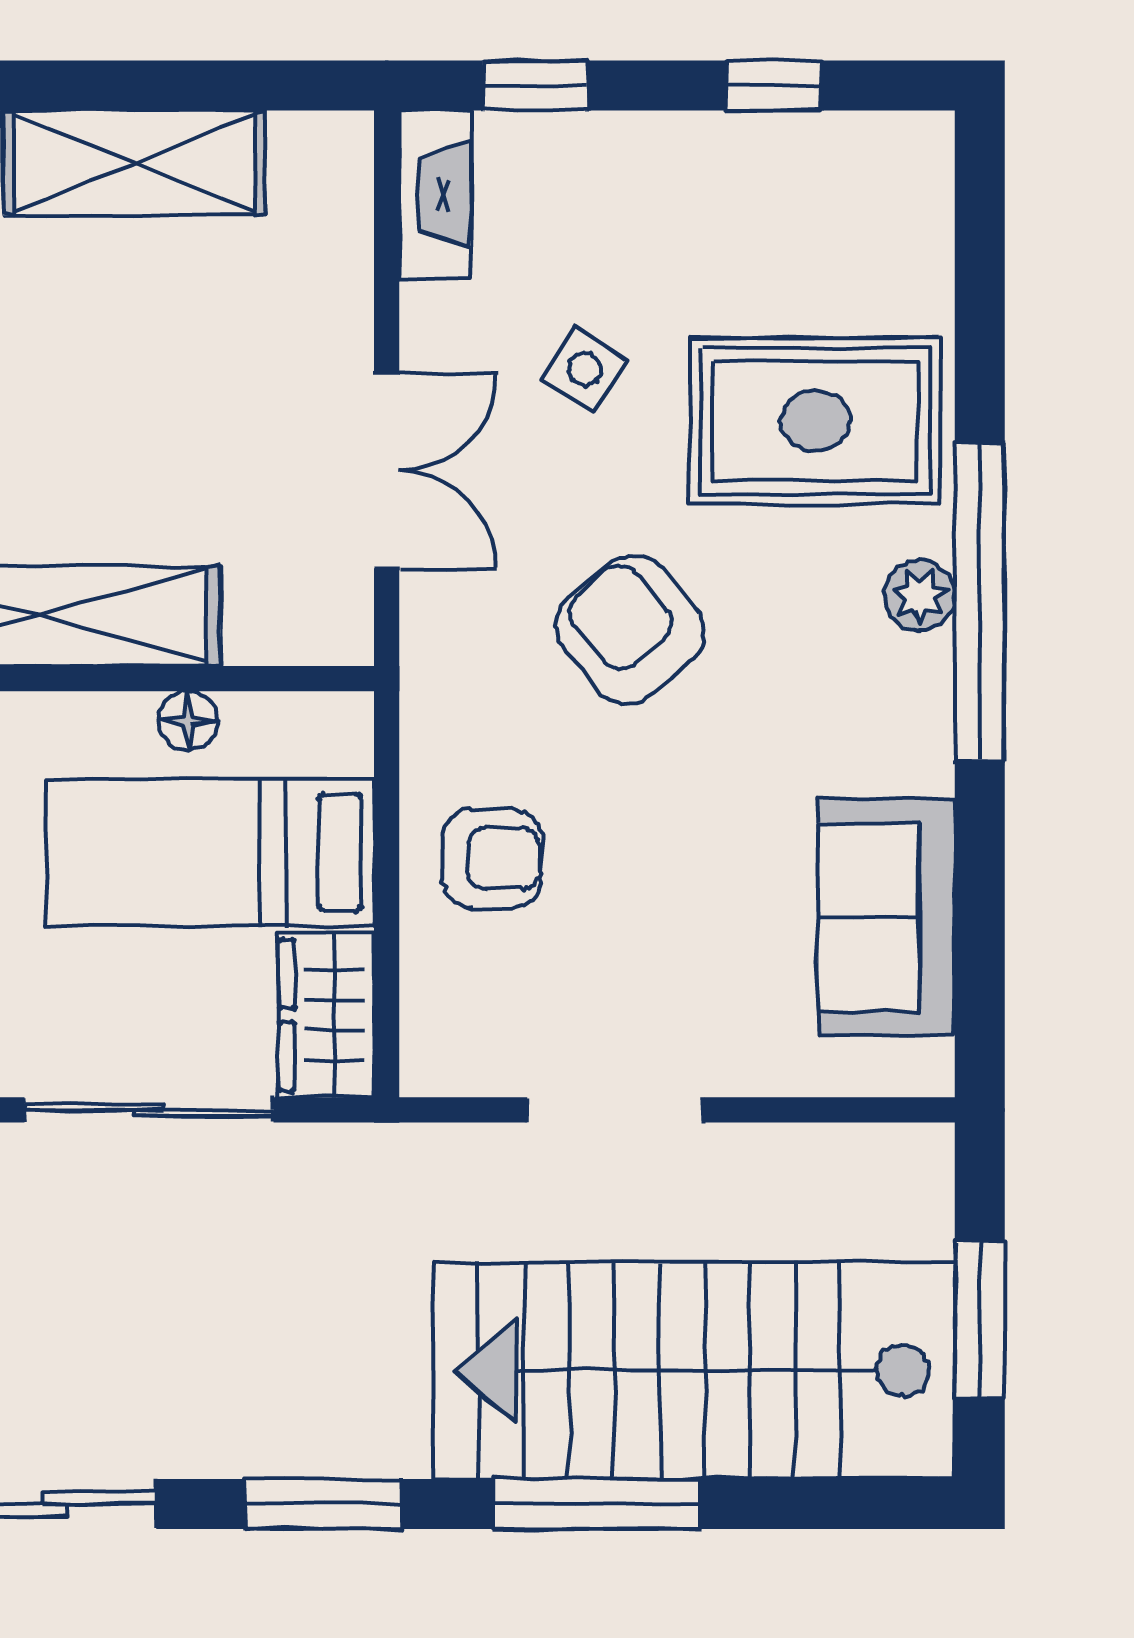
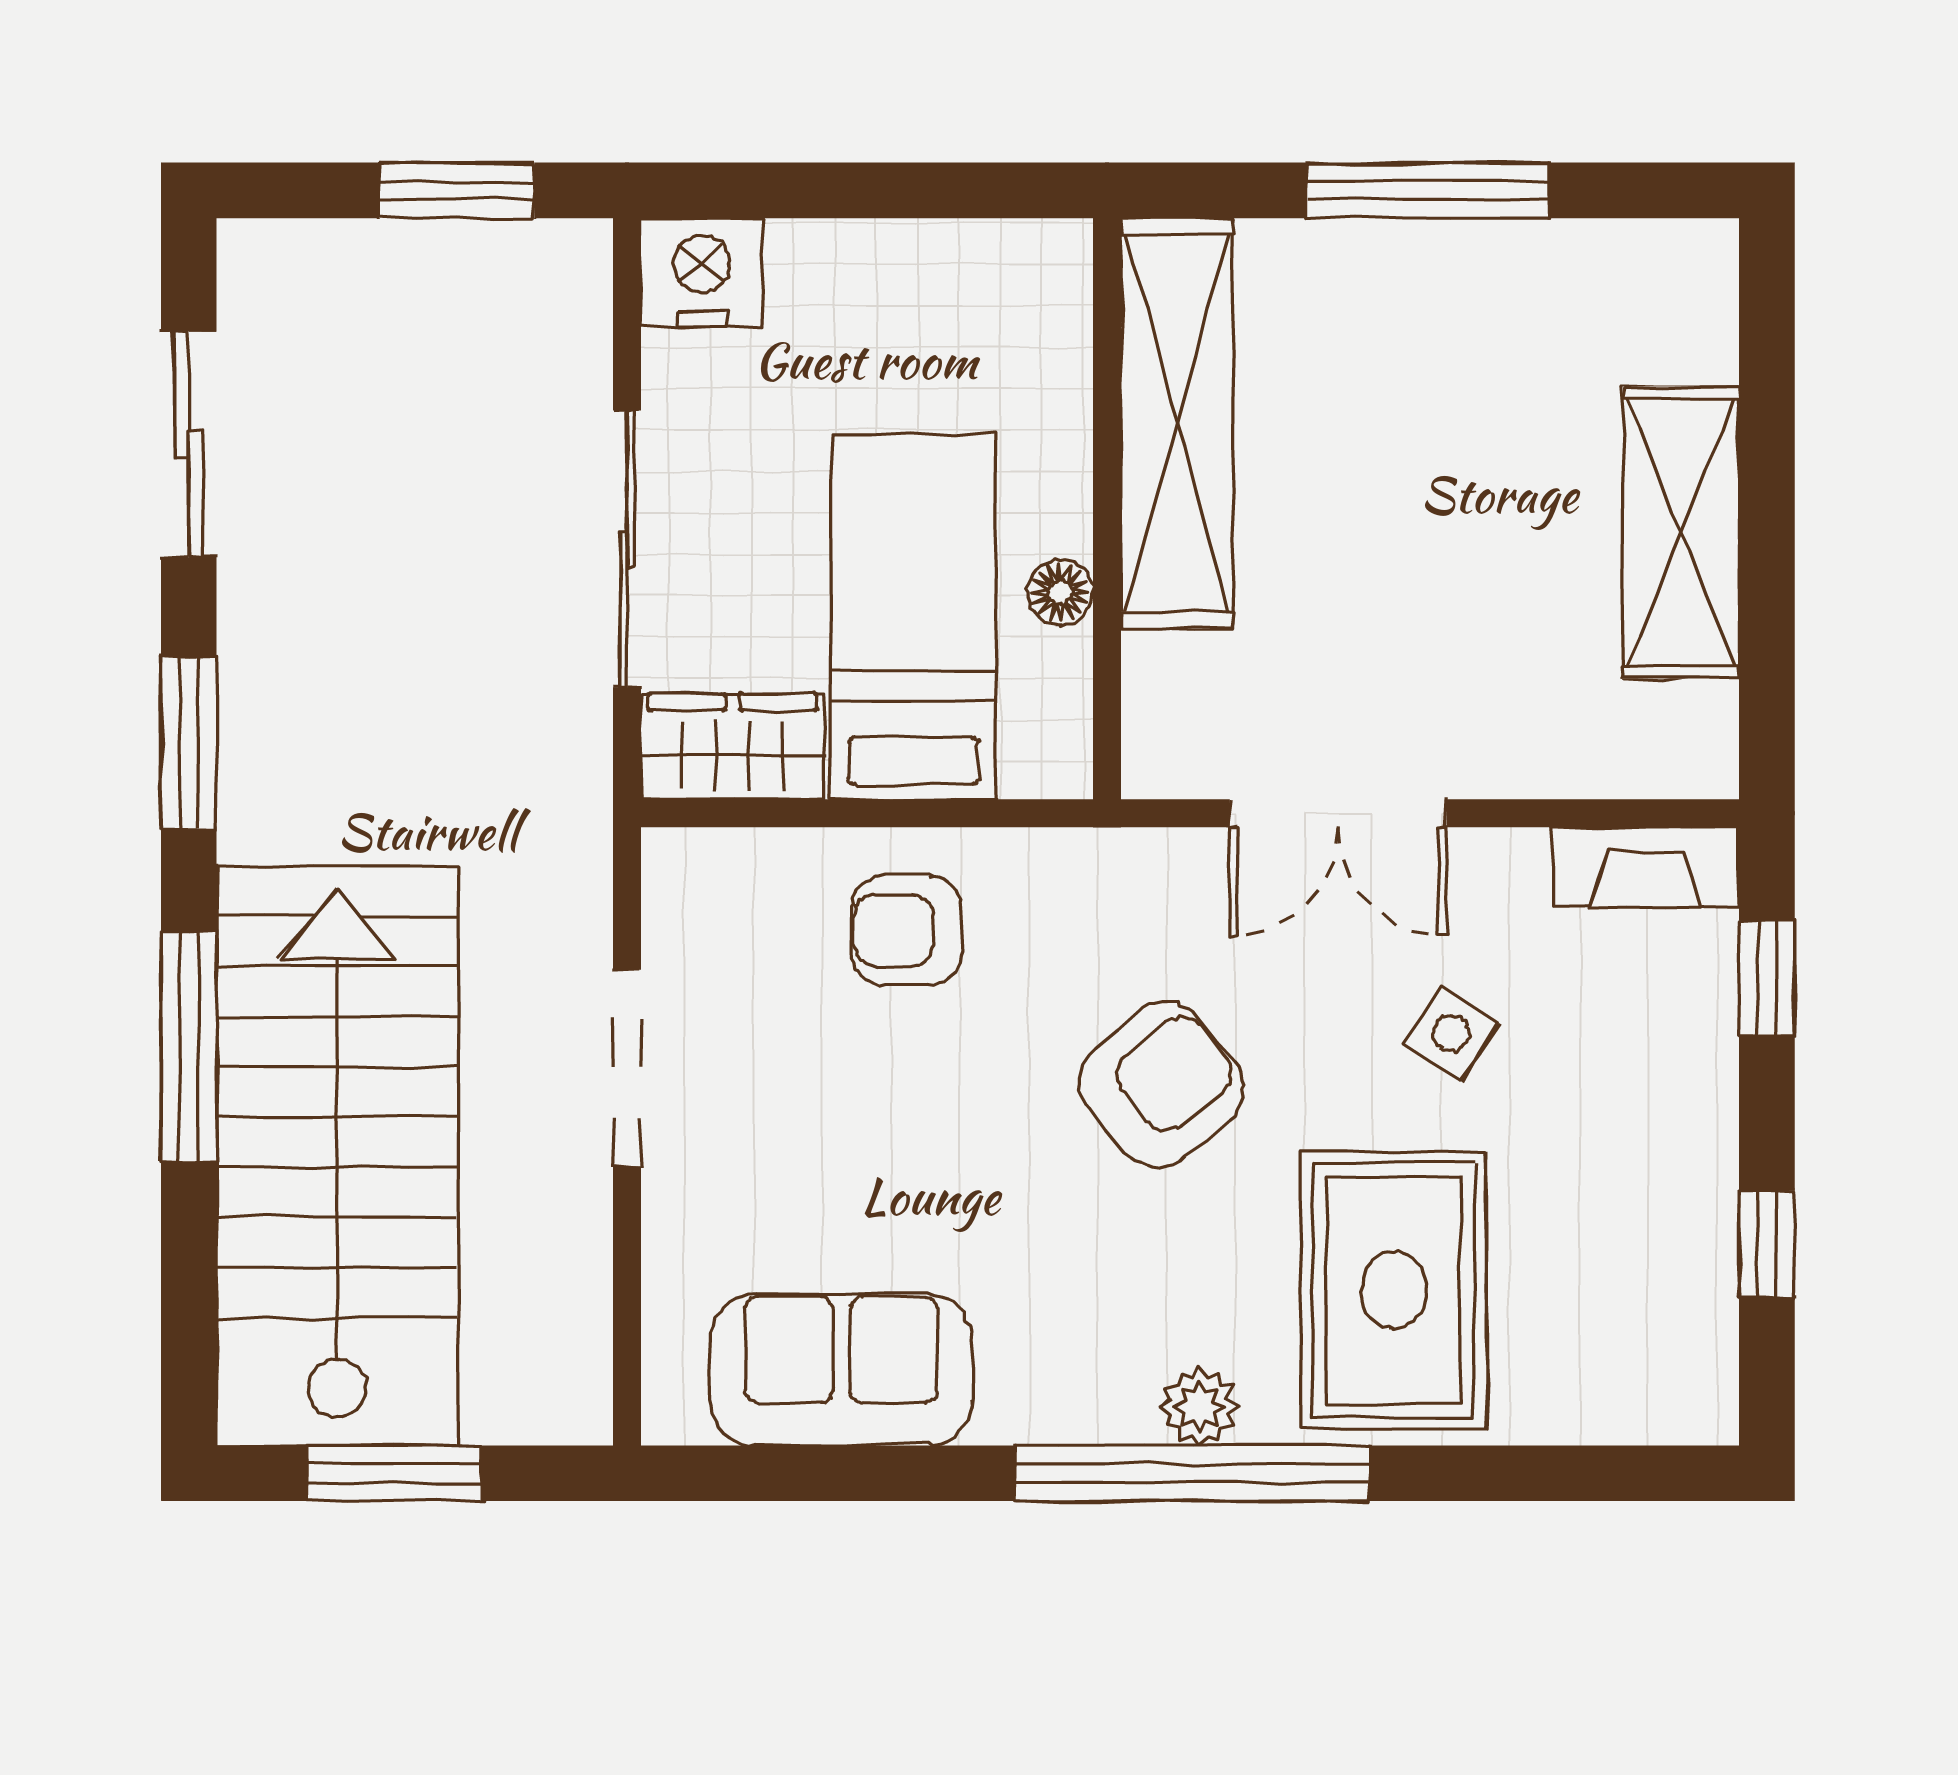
armchair: (492, 859) -> (907, 930), turned 90

